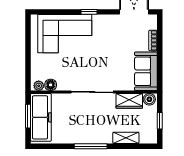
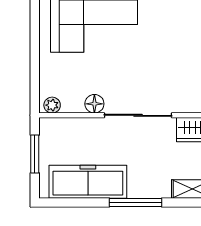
floor lamp: (51, 85) -> (94, 104), moved
freezer: (41, 117) -> (88, 182), moved, turned -90

